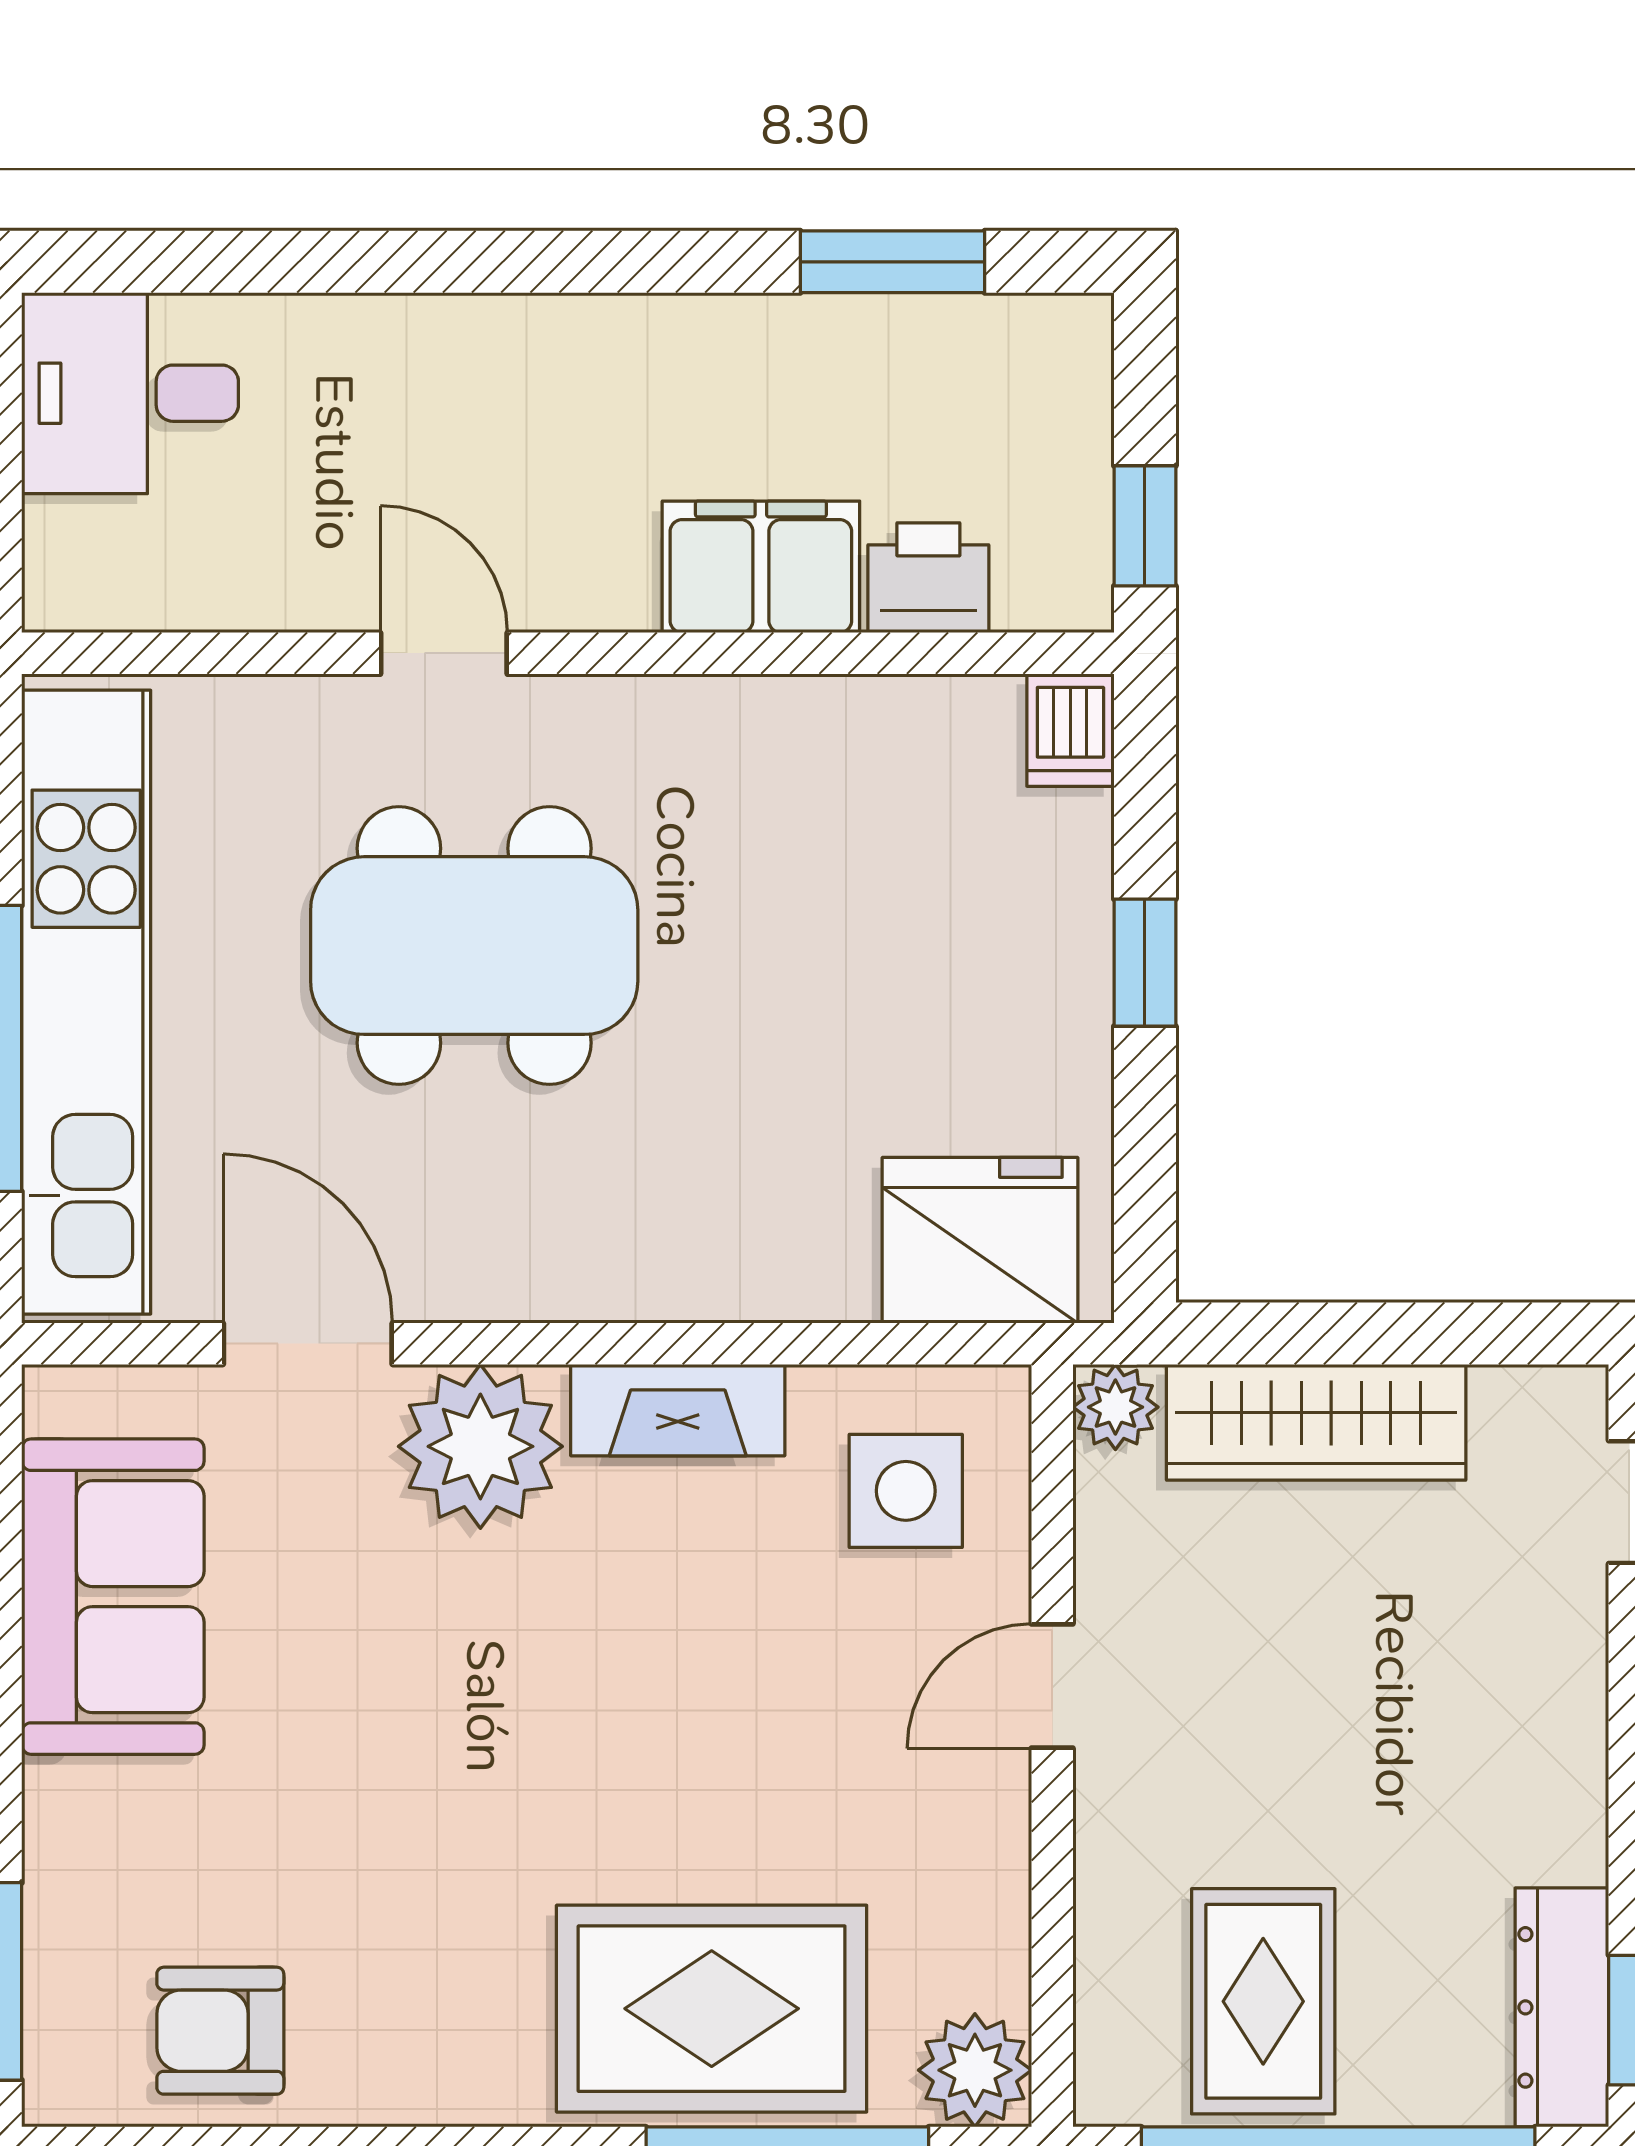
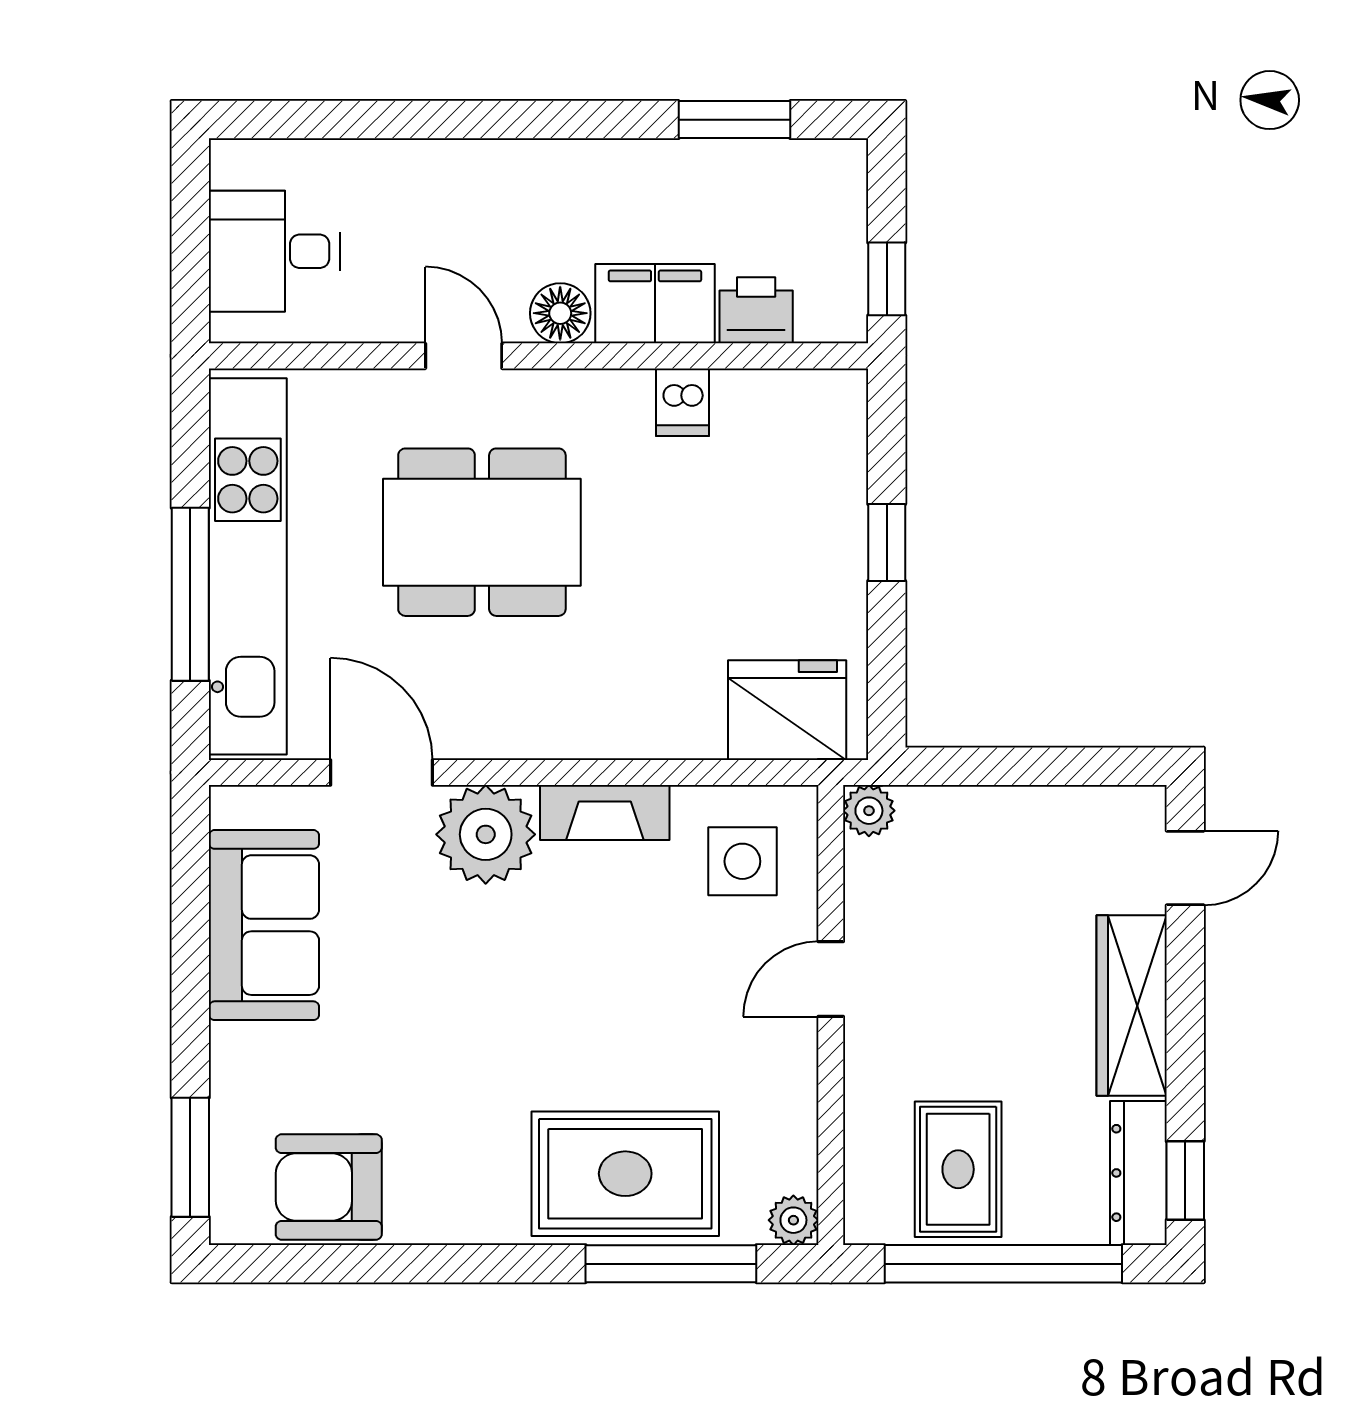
desk: (130, 393) -> (274, 251), moved
floor lamp: (604, 583) -> (560, 313), added
dishwasher: (1070, 730) -> (683, 402), moved
wardrobe: (1316, 1422) -> (1132, 1006), moved, turned 90
armchair: (220, 2031) -> (329, 1187), width x1.38, depth x1.38
plant: (975, 2070) -> (793, 1220), width x0.73, depth x0.73

